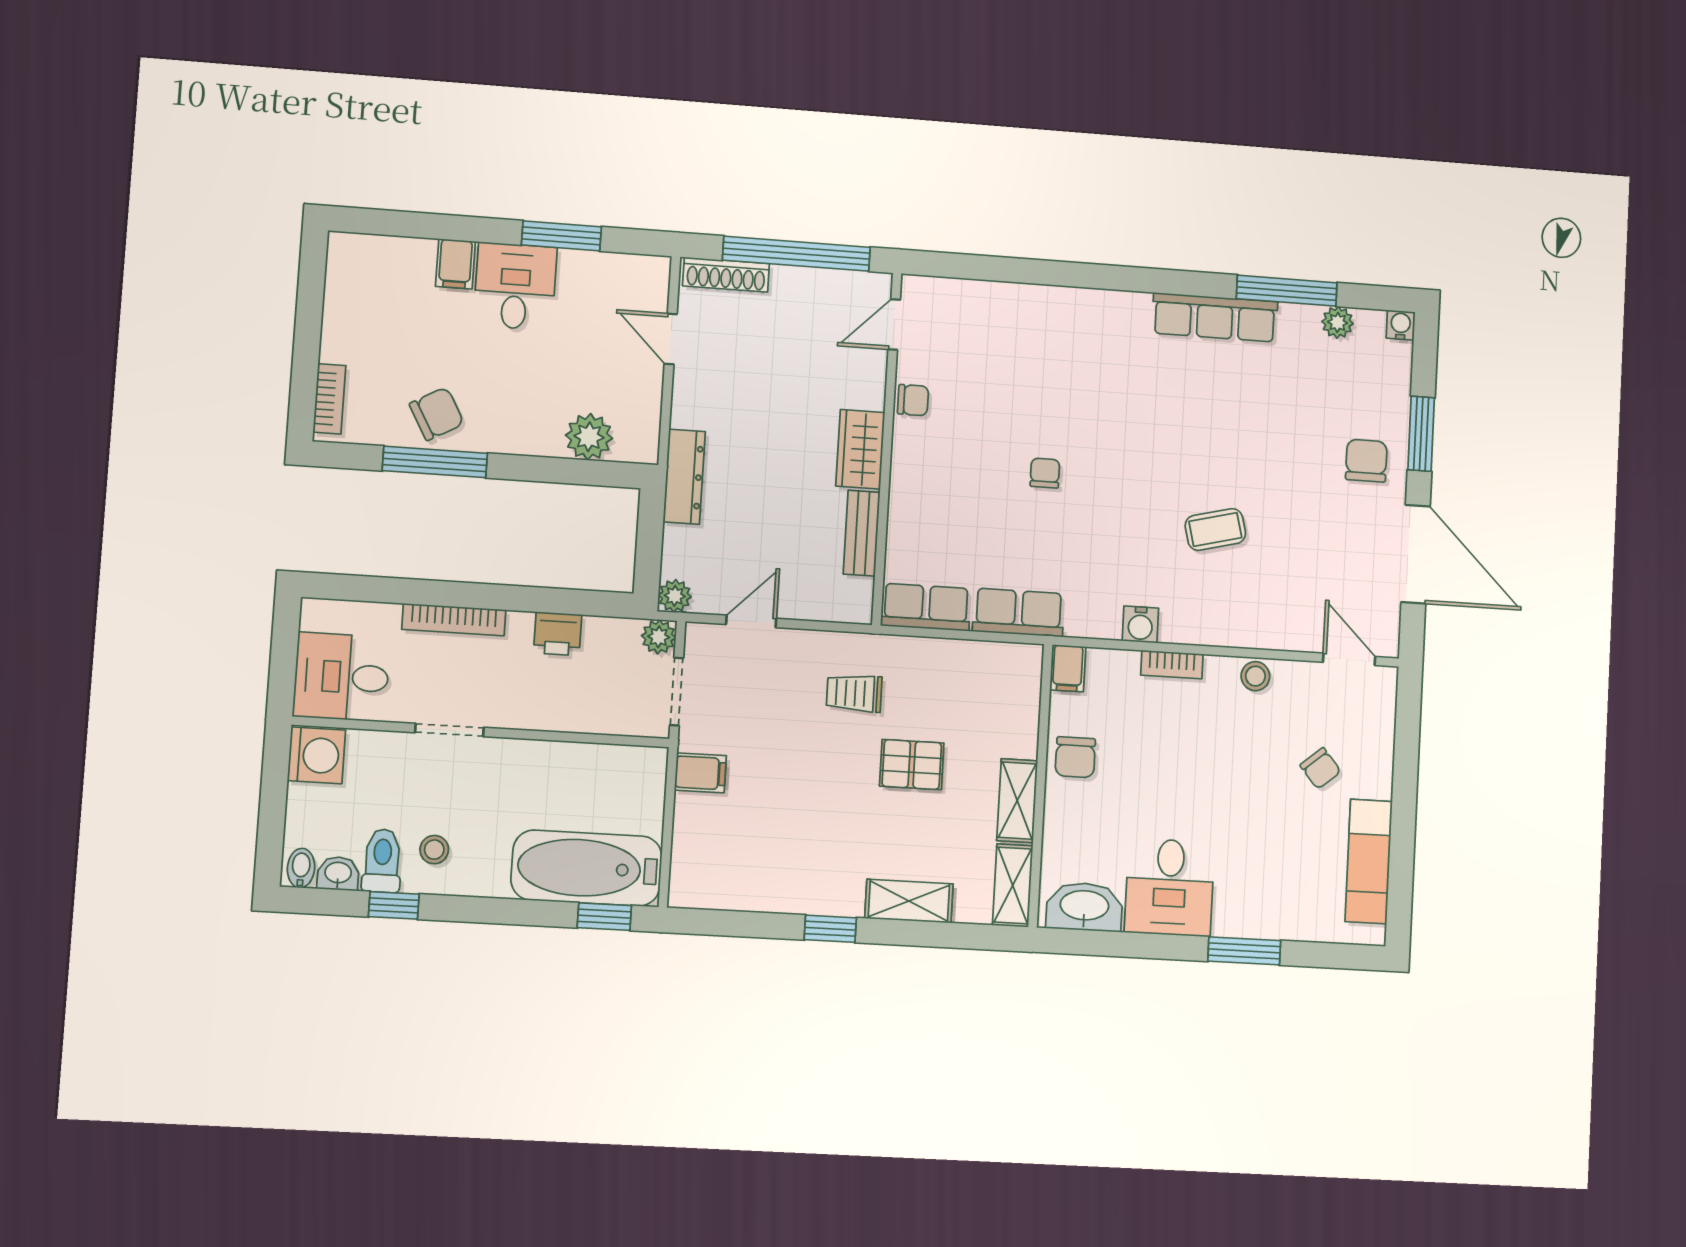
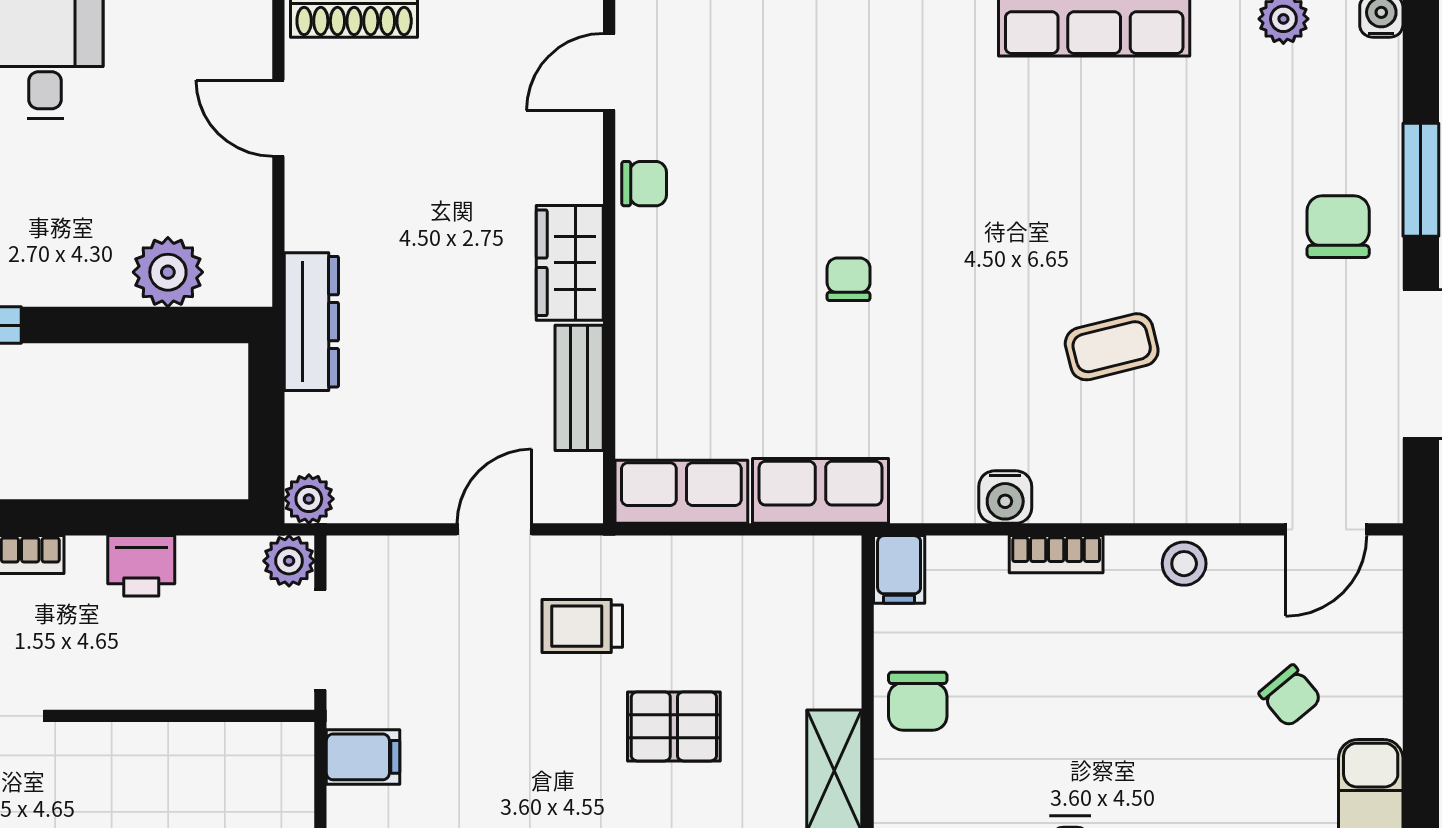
door: (751, 621) -> (494, 529), moved
door: (1349, 659) -> (1326, 529), swing flipped

